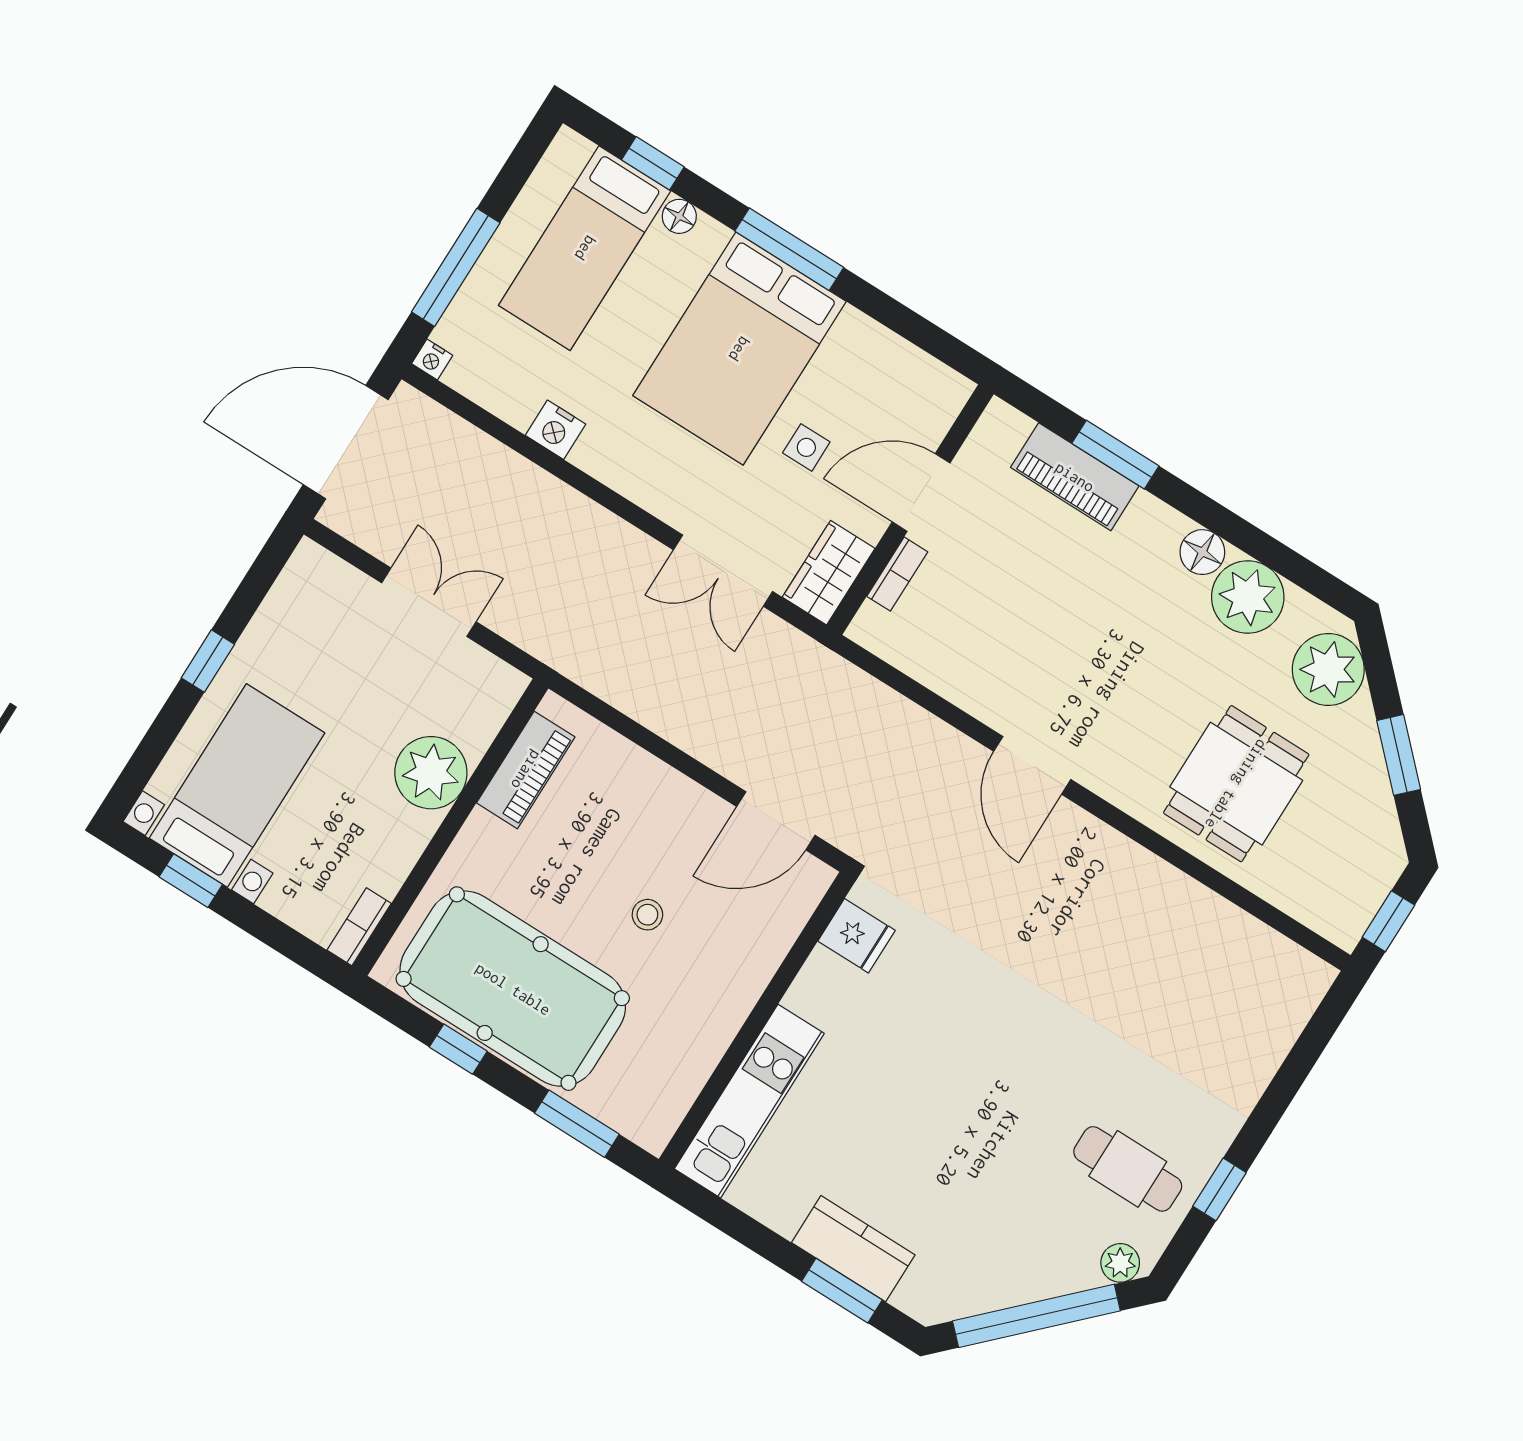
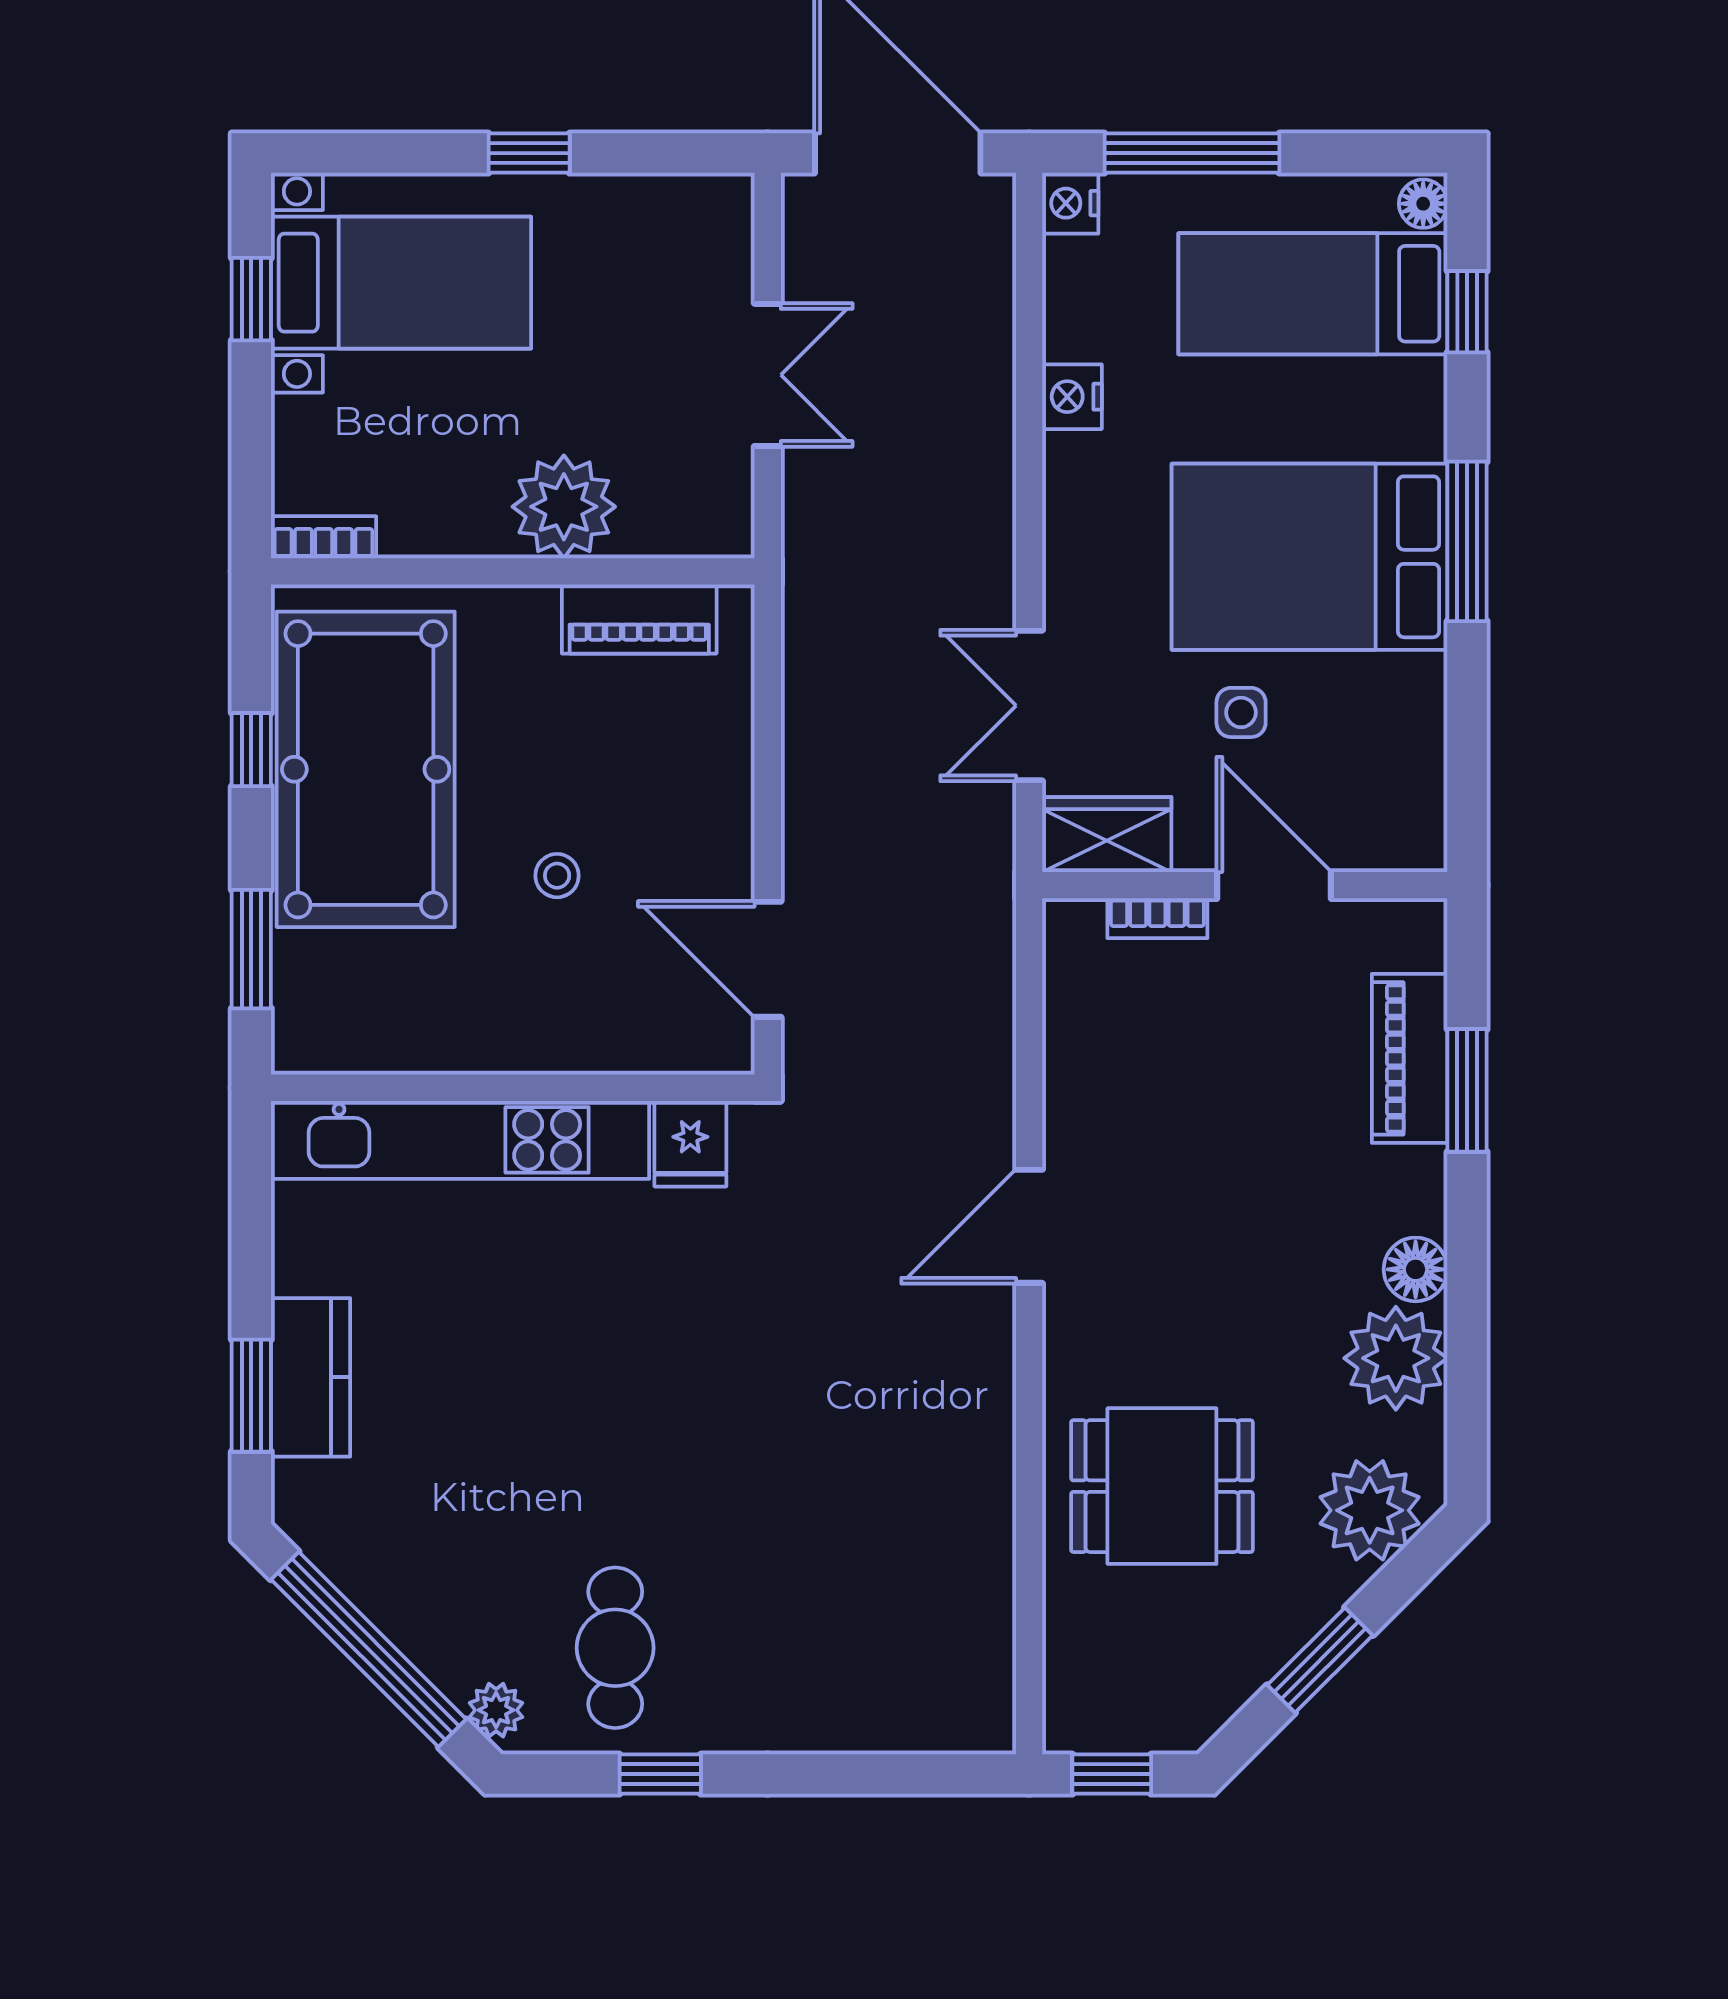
floor lamp: (679, 216) -> (1423, 204), moved
nightstand: (432, 360) -> (1070, 203), width x1.39, depth x1.35
kitchen unit: (749, 1101) -> (460, 1140), width x1.36

